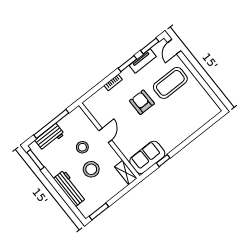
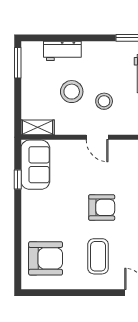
coffee table: (170, 83) -> (98, 256), width x0.73, depth x0.76
armchair: (194, 111) -> (46, 258), added
workbench: (70, 188) -> (62, 51), width x0.73

